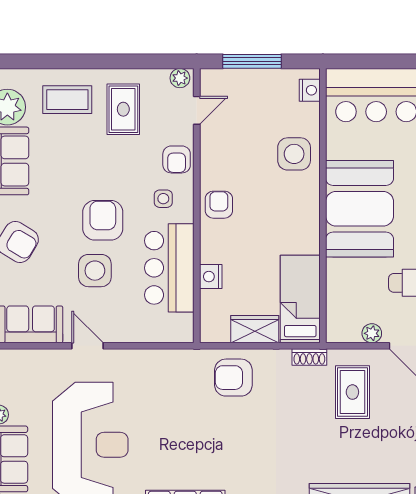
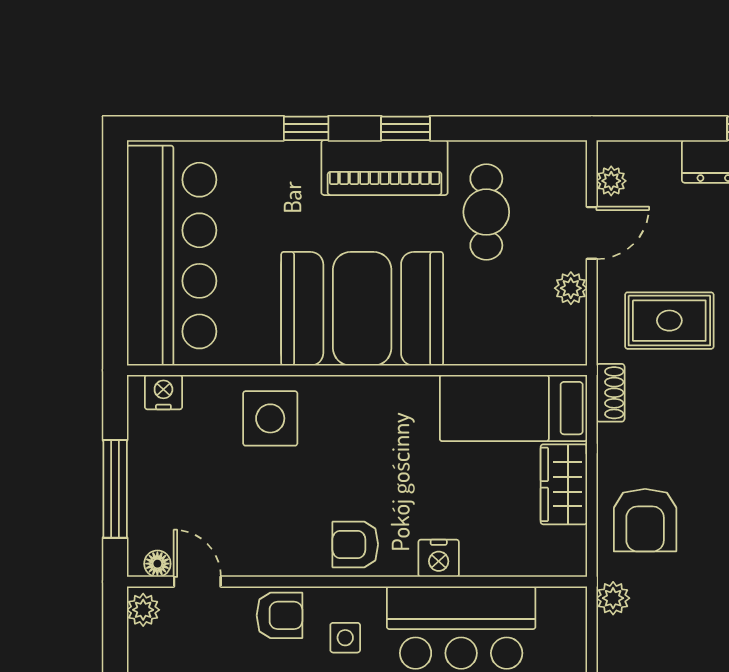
floor lamp: (207, 87) -> (157, 564), added
nightstand: (211, 277) -> (439, 558), moved
plant: (187, 358) -> (613, 598), added

